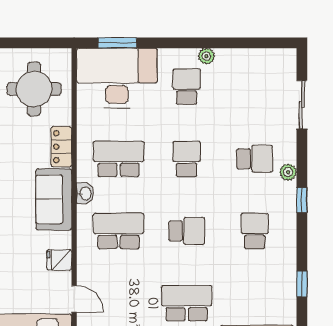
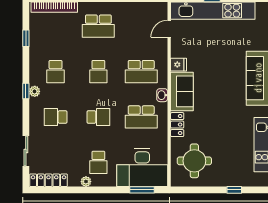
locker: (266, 58) -> (49, 180), added
school desk: (187, 159) -> (98, 117), turned -90
plant: (288, 172) -> (35, 91), moved
school desk: (187, 231) -> (98, 72), turned -90
fridge: (59, 260) -> (178, 65), moved
door: (74, 299) -> (169, 29), hinge flipped

